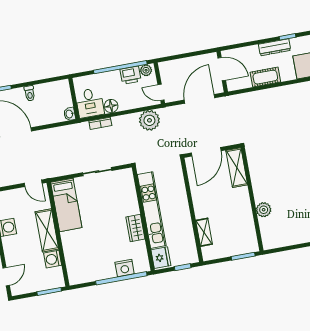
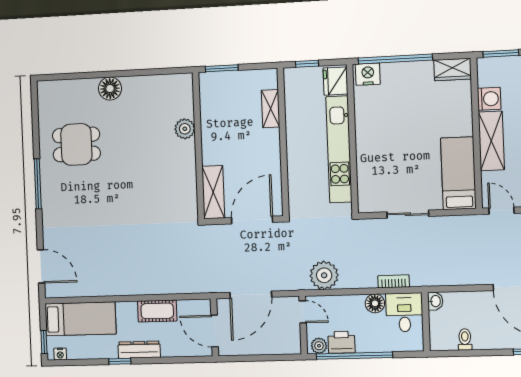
toilet: (30, 93) -> (465, 339), moved
wardrobe: (135, 228) -> (453, 69), moved, turned 90
nightstand: (125, 268) -> (368, 74), moved

